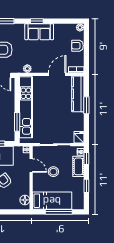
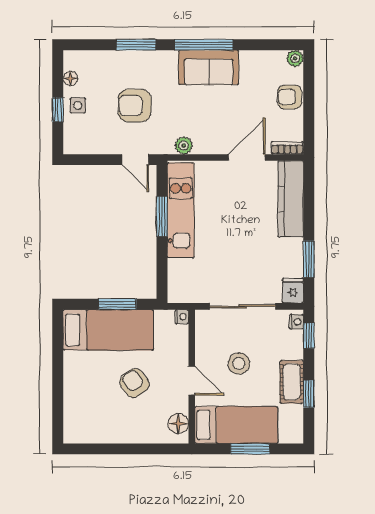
window: (37, 21) -> (204, 45), width x2.17
window: (86, 105) -> (309, 259), moved
kitchen unit: (26, 107) -> (181, 210), width x0.73
window: (17, 122) -> (162, 216), moved
door: (31, 166) -> (192, 381), moved
cot: (78, 166) -> (292, 382), moved
window: (59, 212) -> (250, 449), width x0.69

